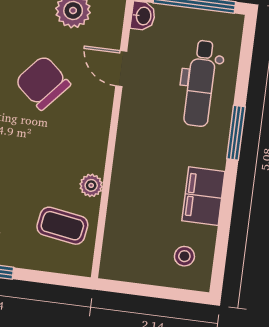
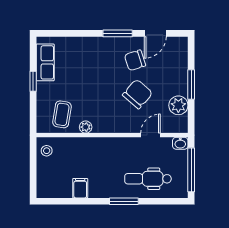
filing cabinet: (203, 196) -> (80, 188), width x0.50
stool: (184, 256) -> (47, 151), moved

